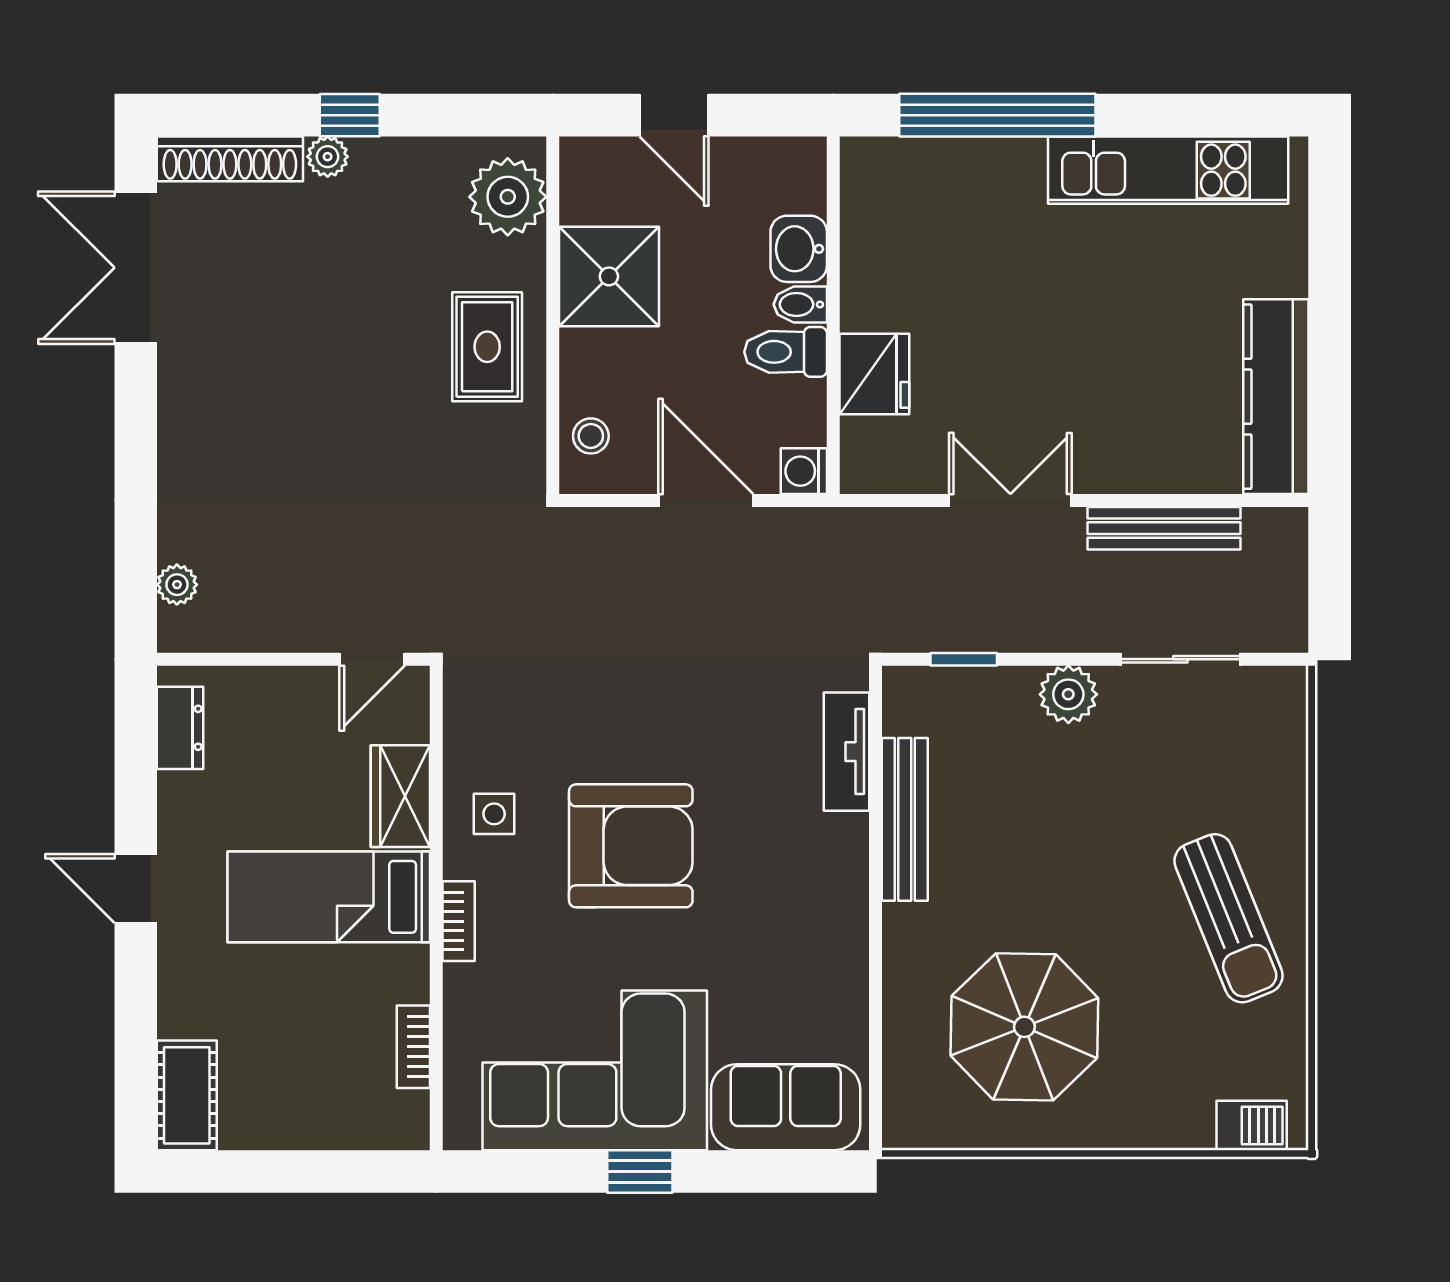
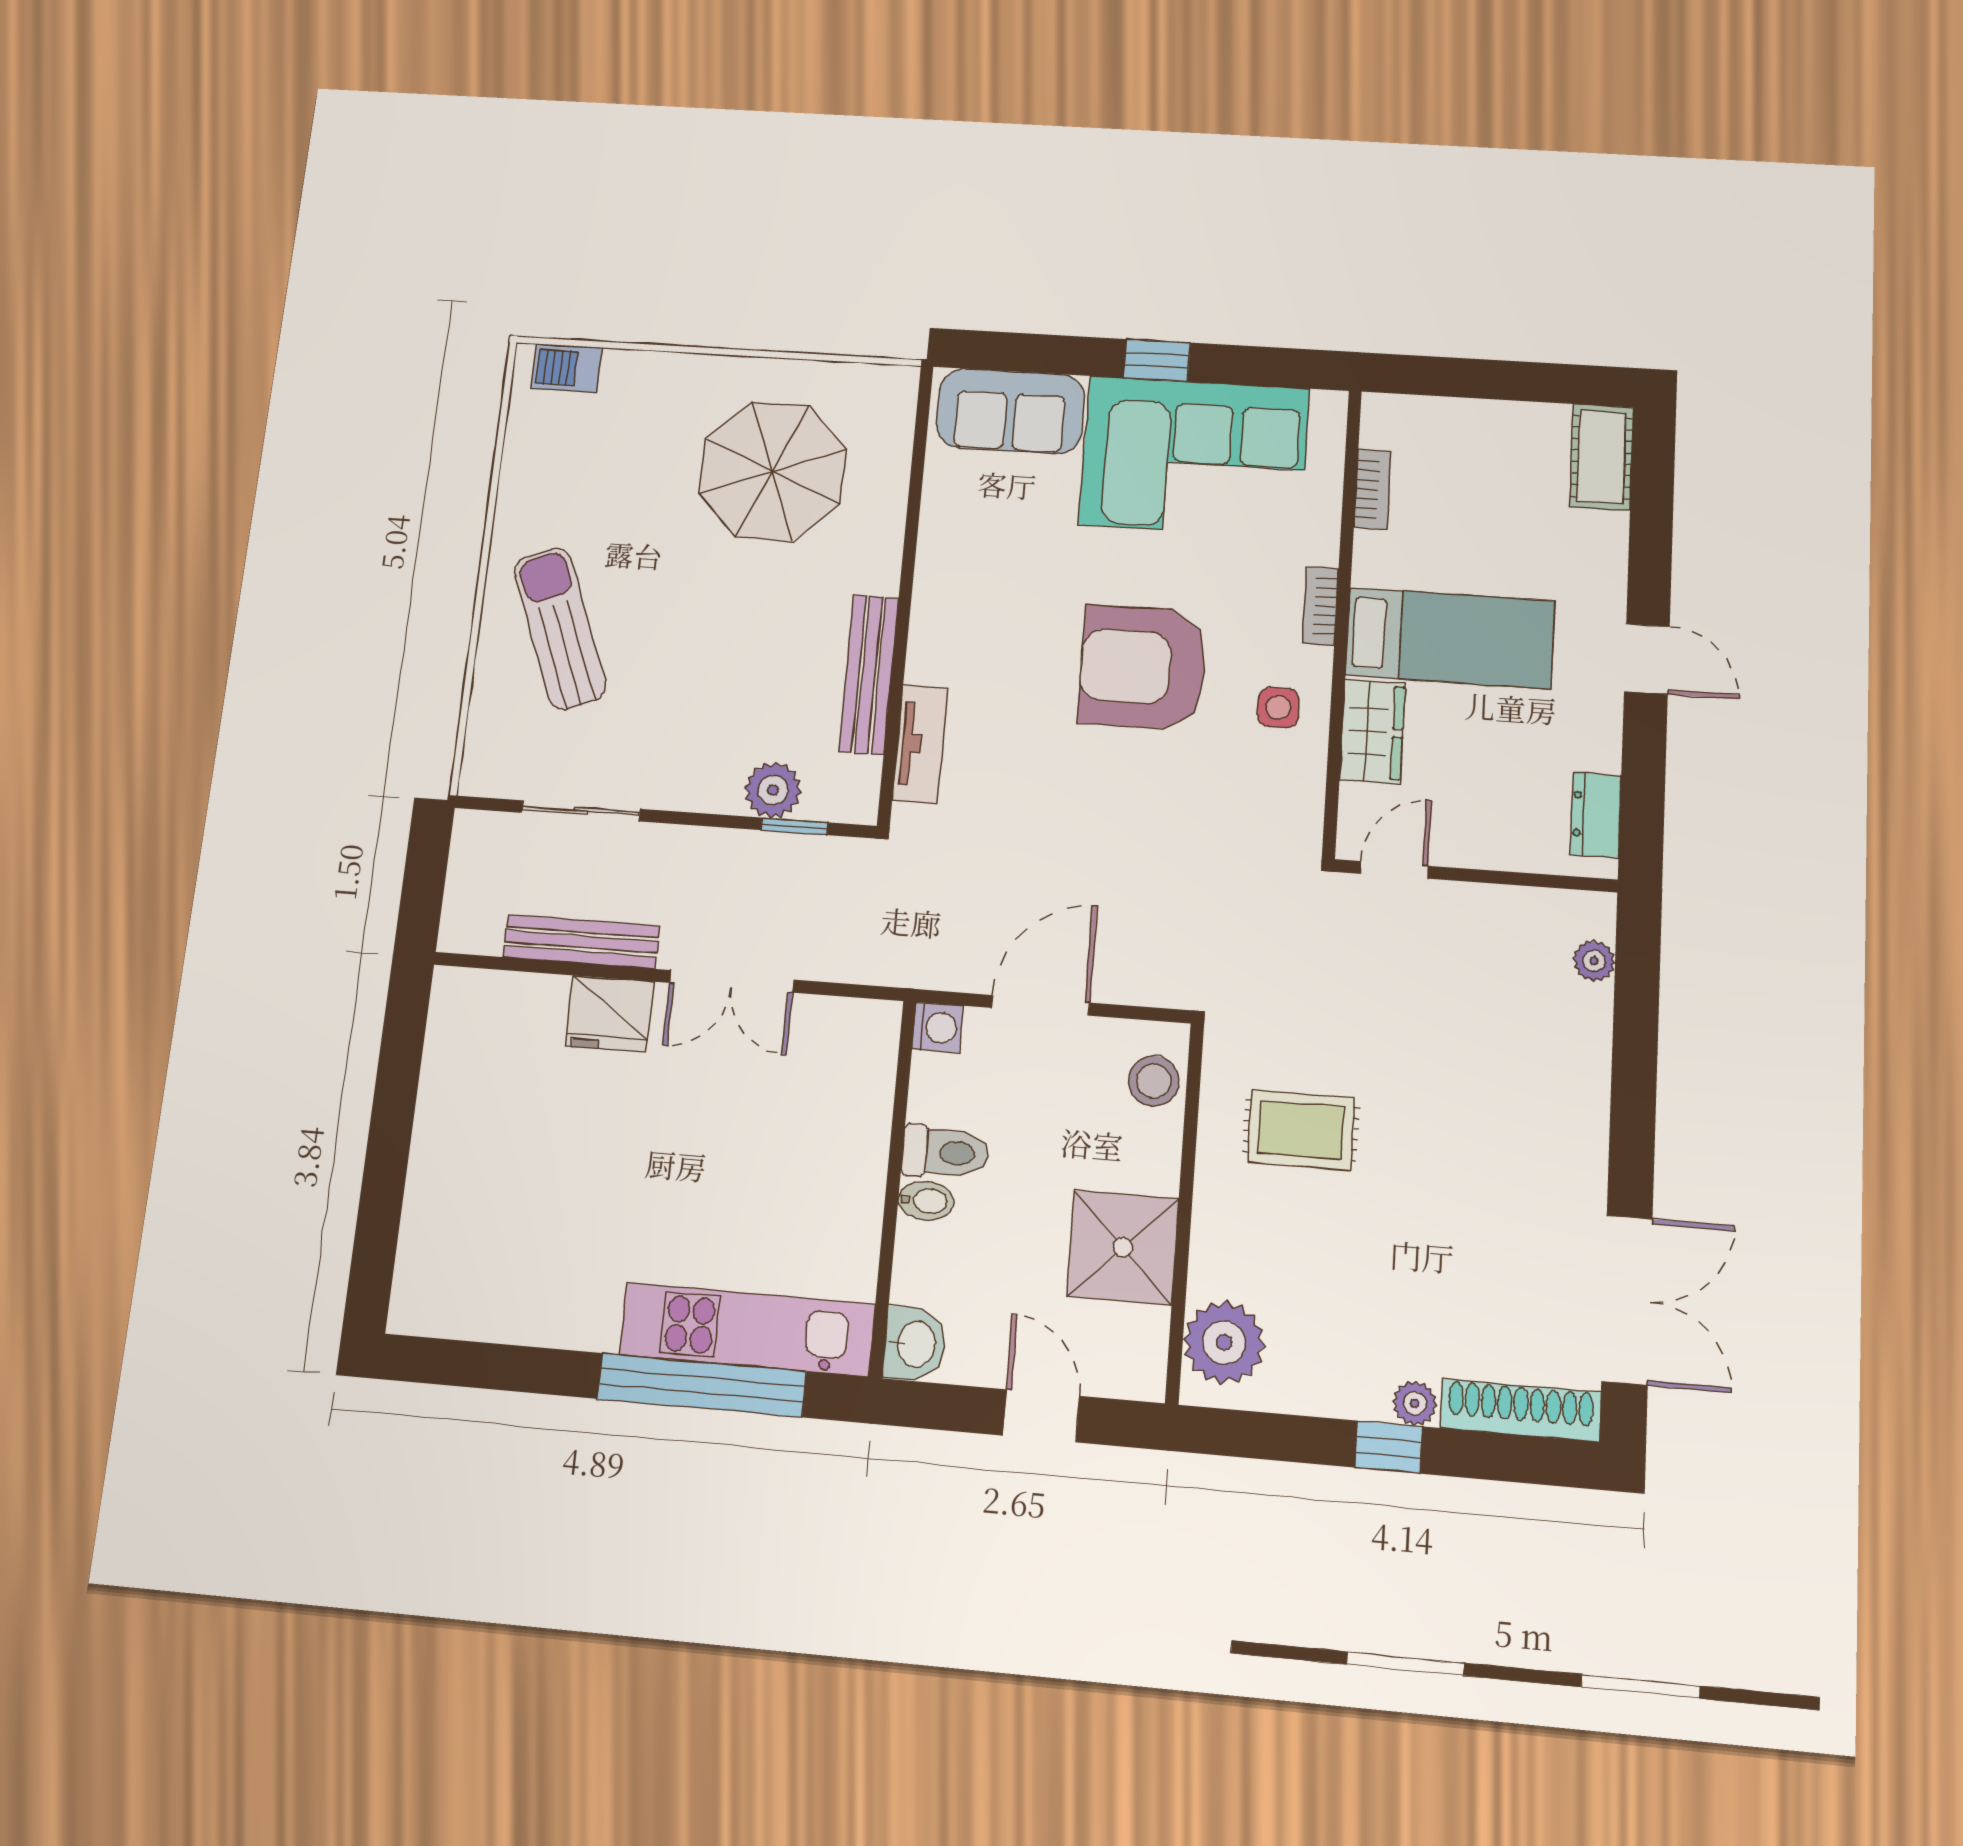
kitchen unit: (1168, 170) -> (747, 1329), moved
washbasin: (799, 249) -> (915, 1344), moved
rug: (487, 347) -> (1301, 1130), moved, turned 90
fridge: (874, 374) -> (610, 1014), moved, turned -90
kitchen counter: (1276, 397) -> (453, 1066), removed
stool: (591, 436) -> (1154, 1081), width x1.37, depth x1.37
door: (706, 500) -> (1040, 1005), swing flipped
plant: (1068, 694) -> (773, 790), moved
sun lounger: (1229, 918) -> (560, 628), moved

